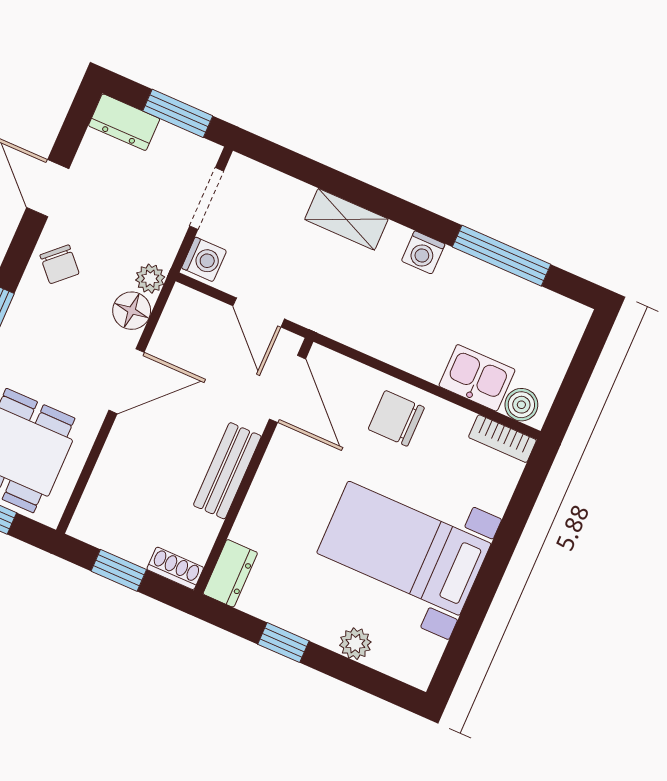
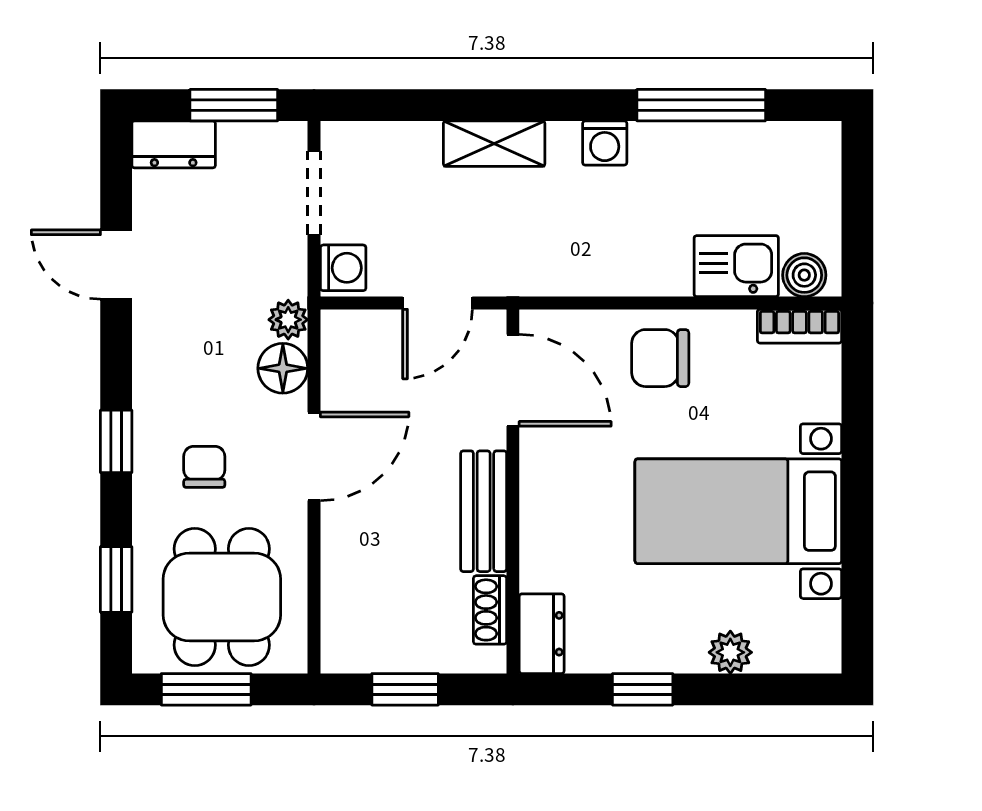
chair: (60, 264) -> (204, 467), moved, turned -137
door: (259, 312) -> (438, 303), hinge flipped
shoe rack: (175, 568) -> (490, 610), moved, turned -90

